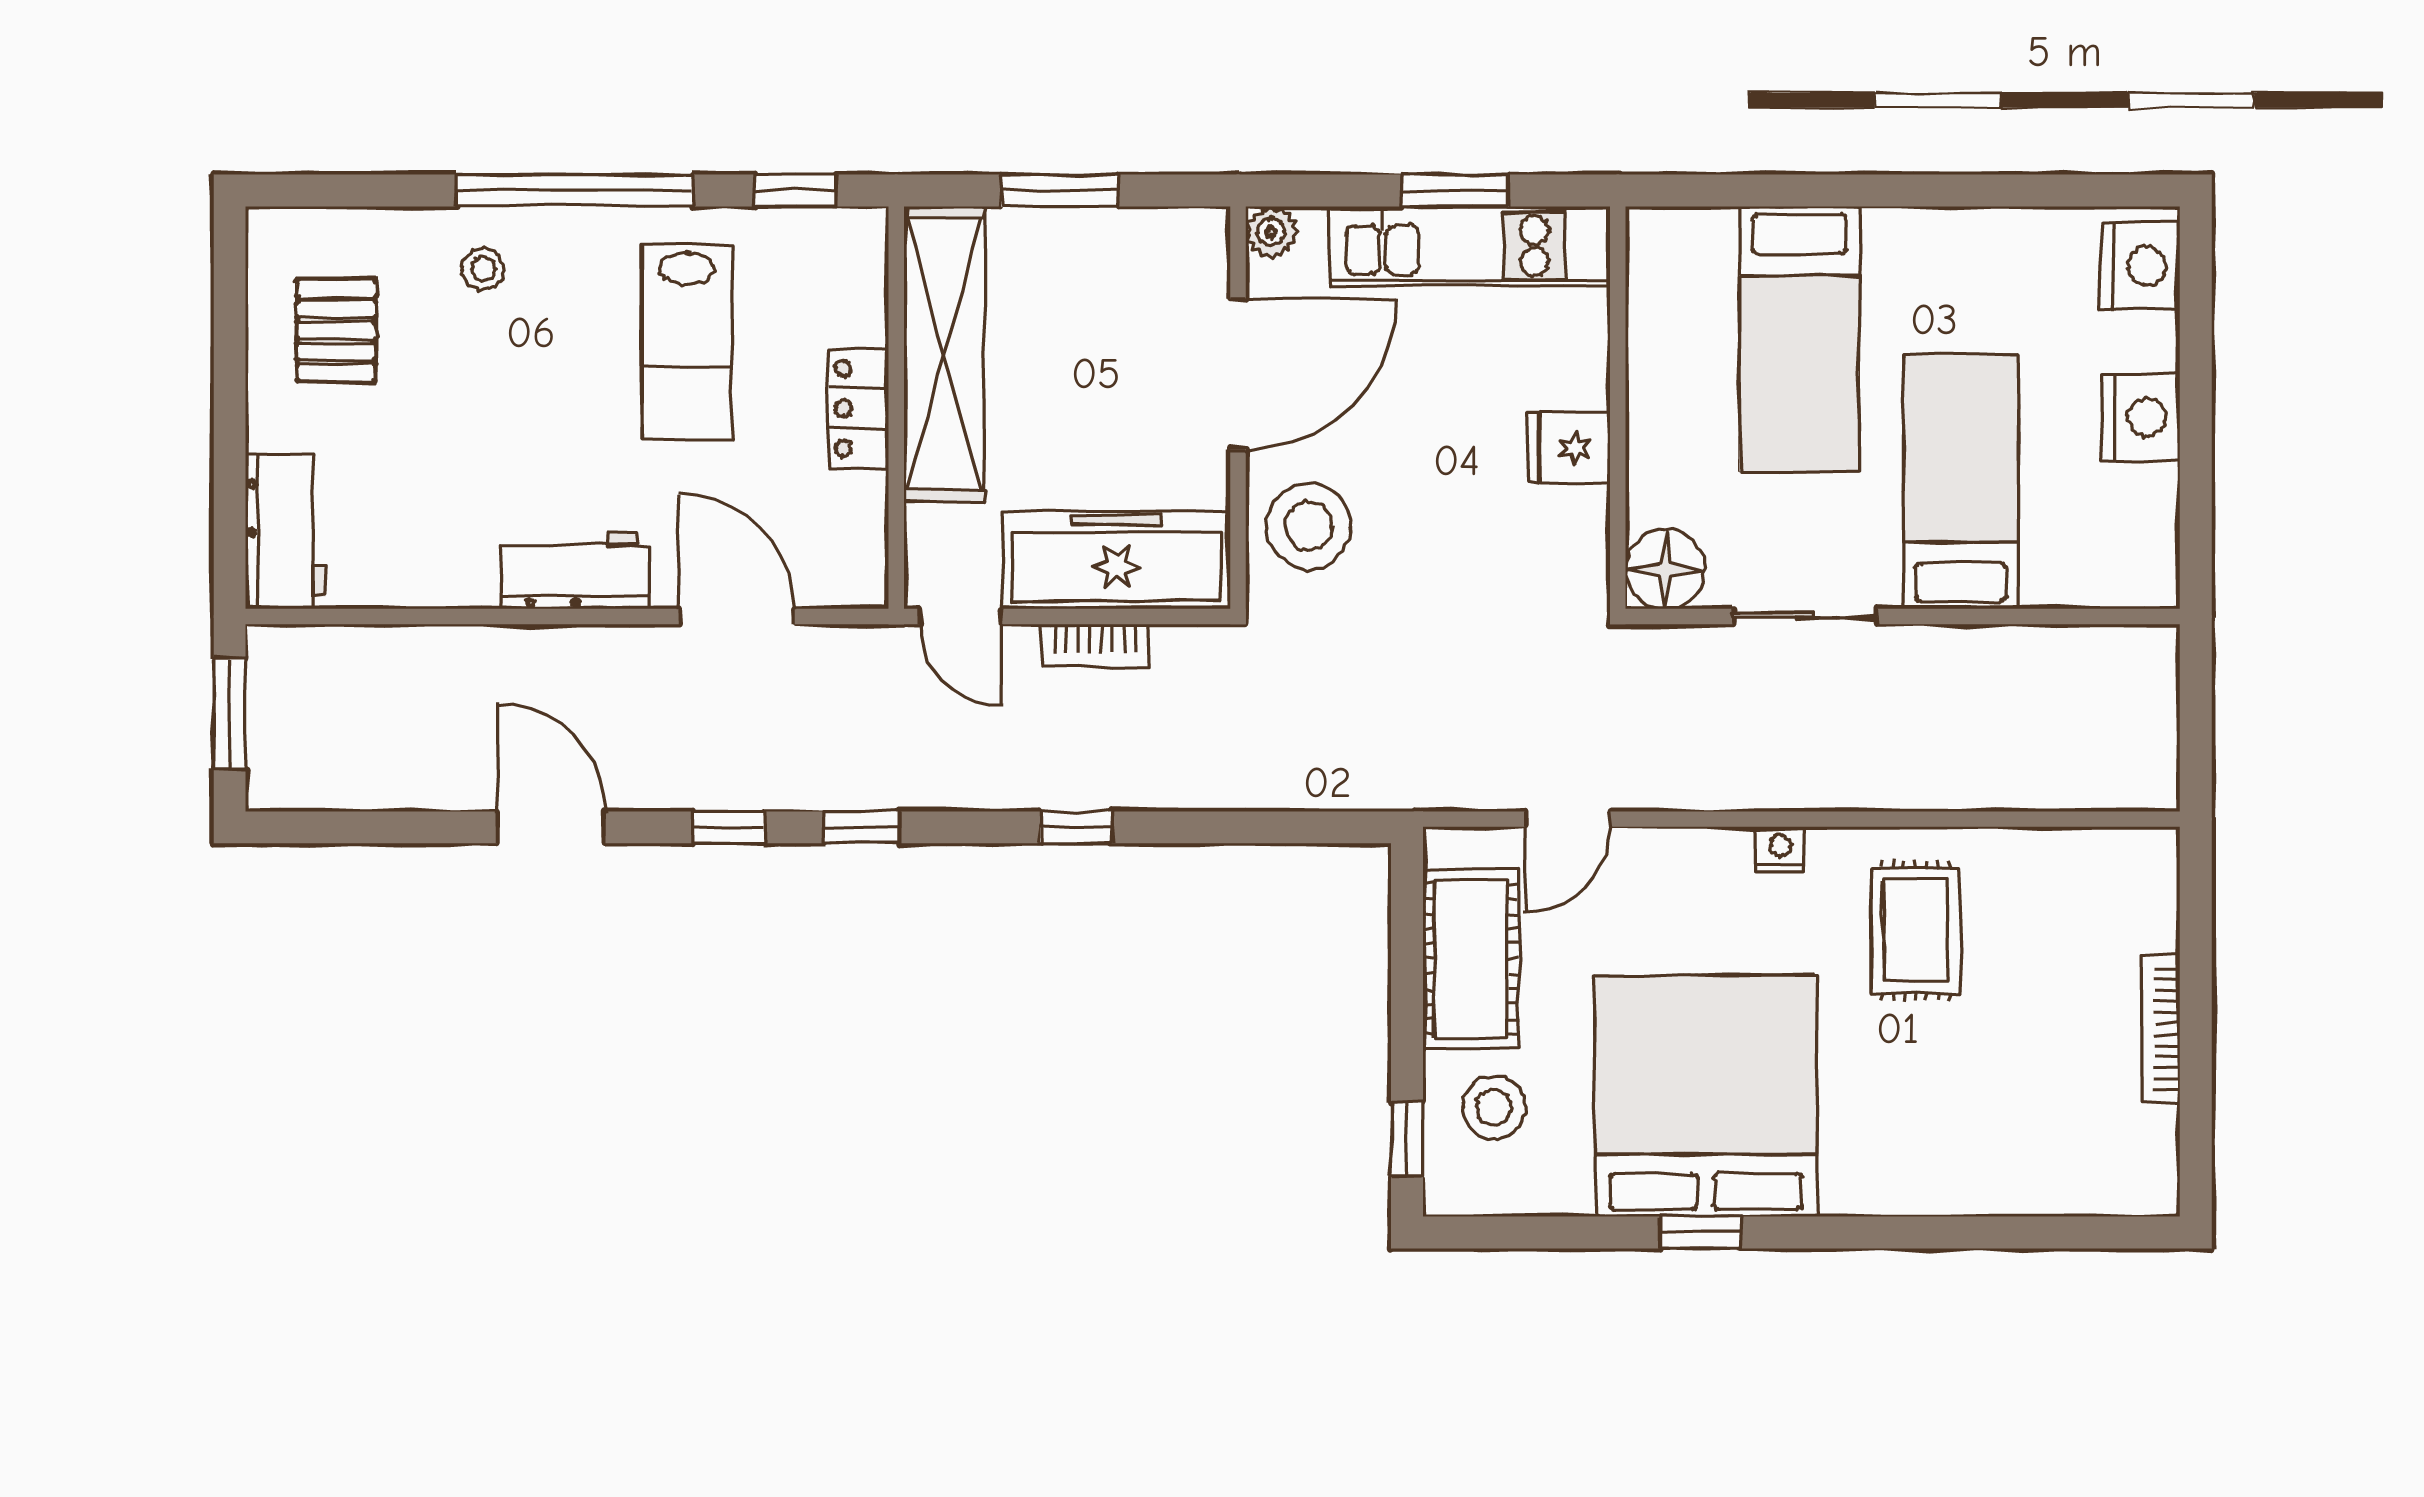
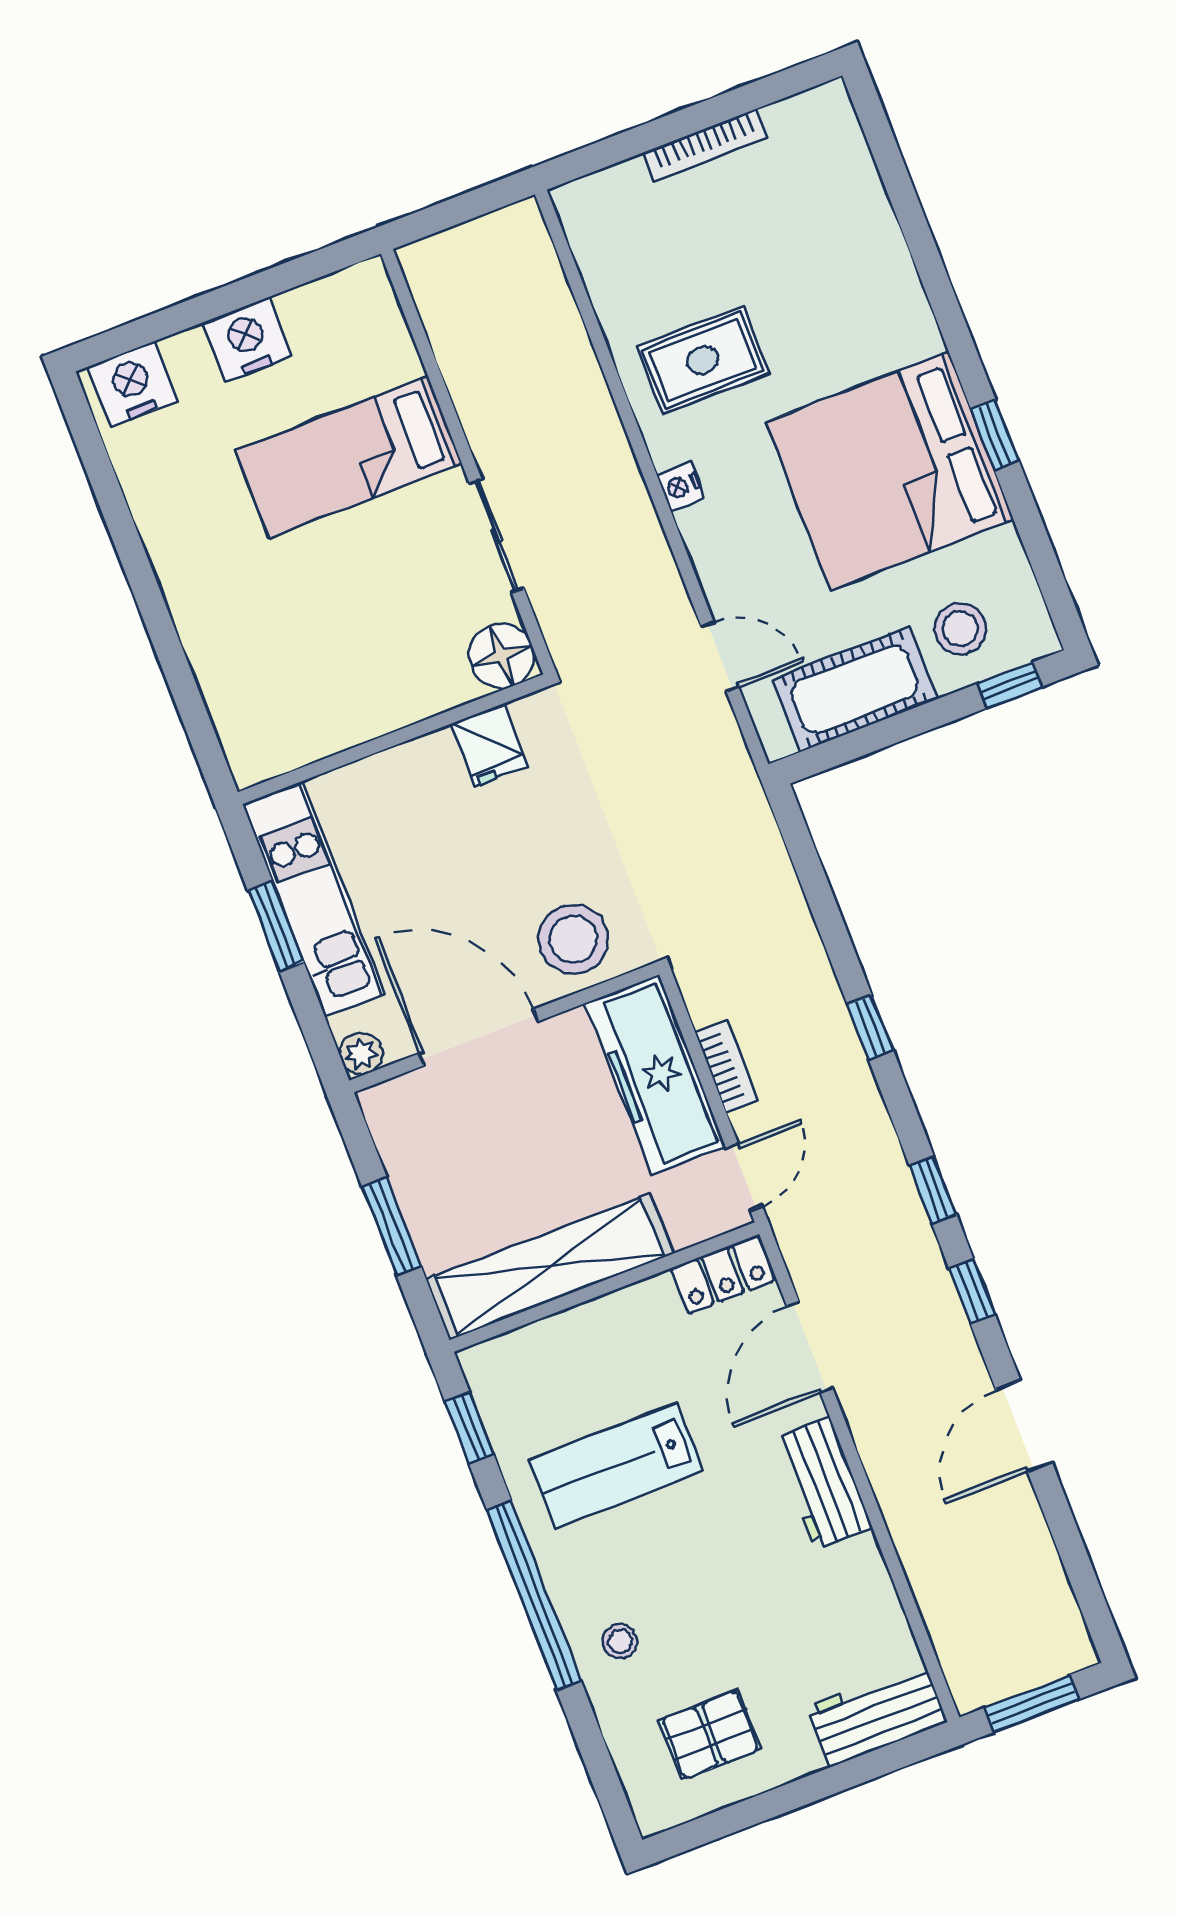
bed: (1799, 339) -> (288, 622), removed
lab bench: (687, 343) -> (616, 1465), turned 180
locker: (858, 408) -> (723, 1274), moved
fridge: (1569, 448) -> (490, 745), moved

